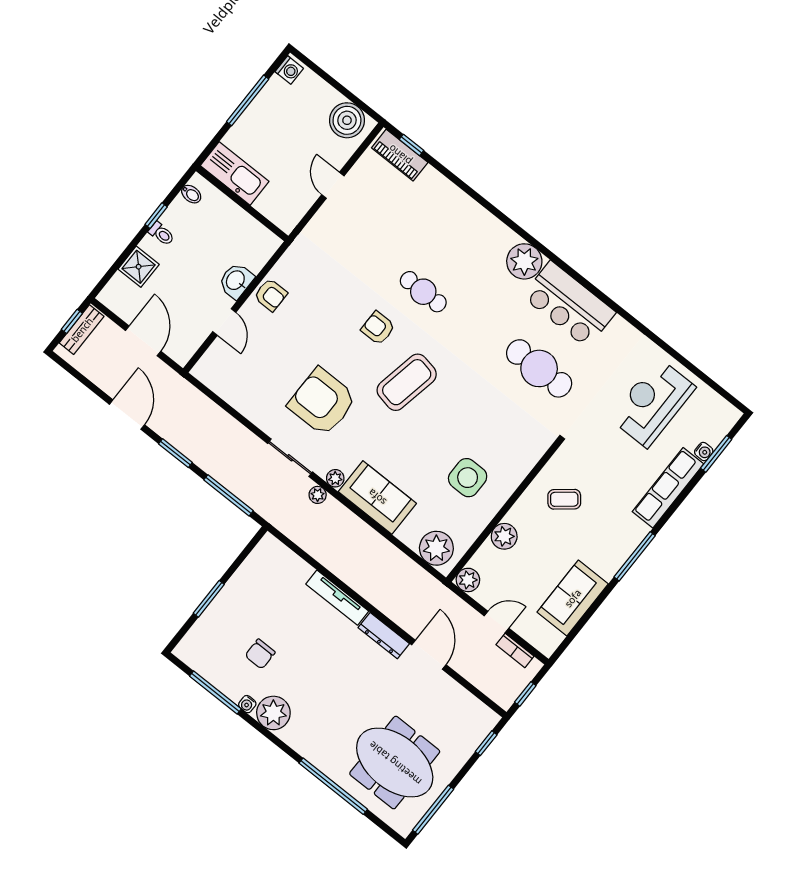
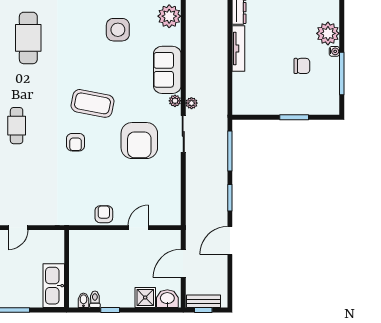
toilet: (162, 234) -> (95, 299), moved
washbasin: (236, 281) -> (167, 299), moved, turned 180
cafe table: (423, 292) -> (17, 126), moved

